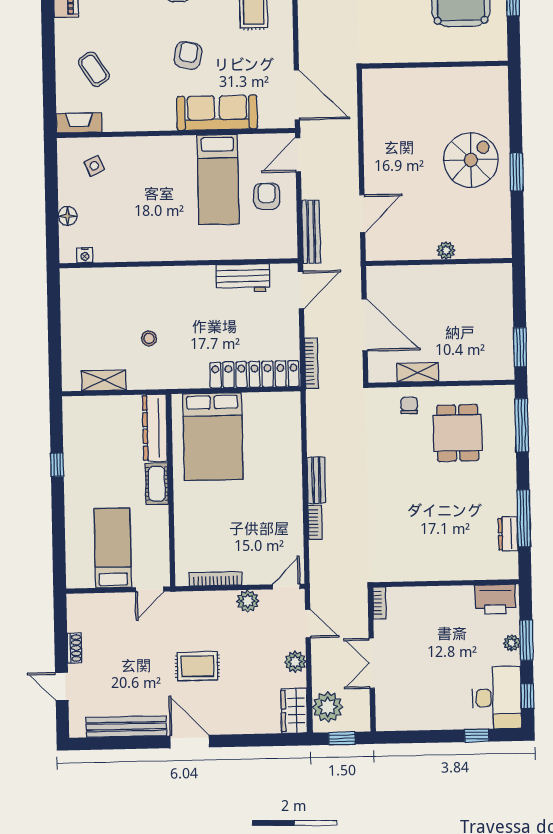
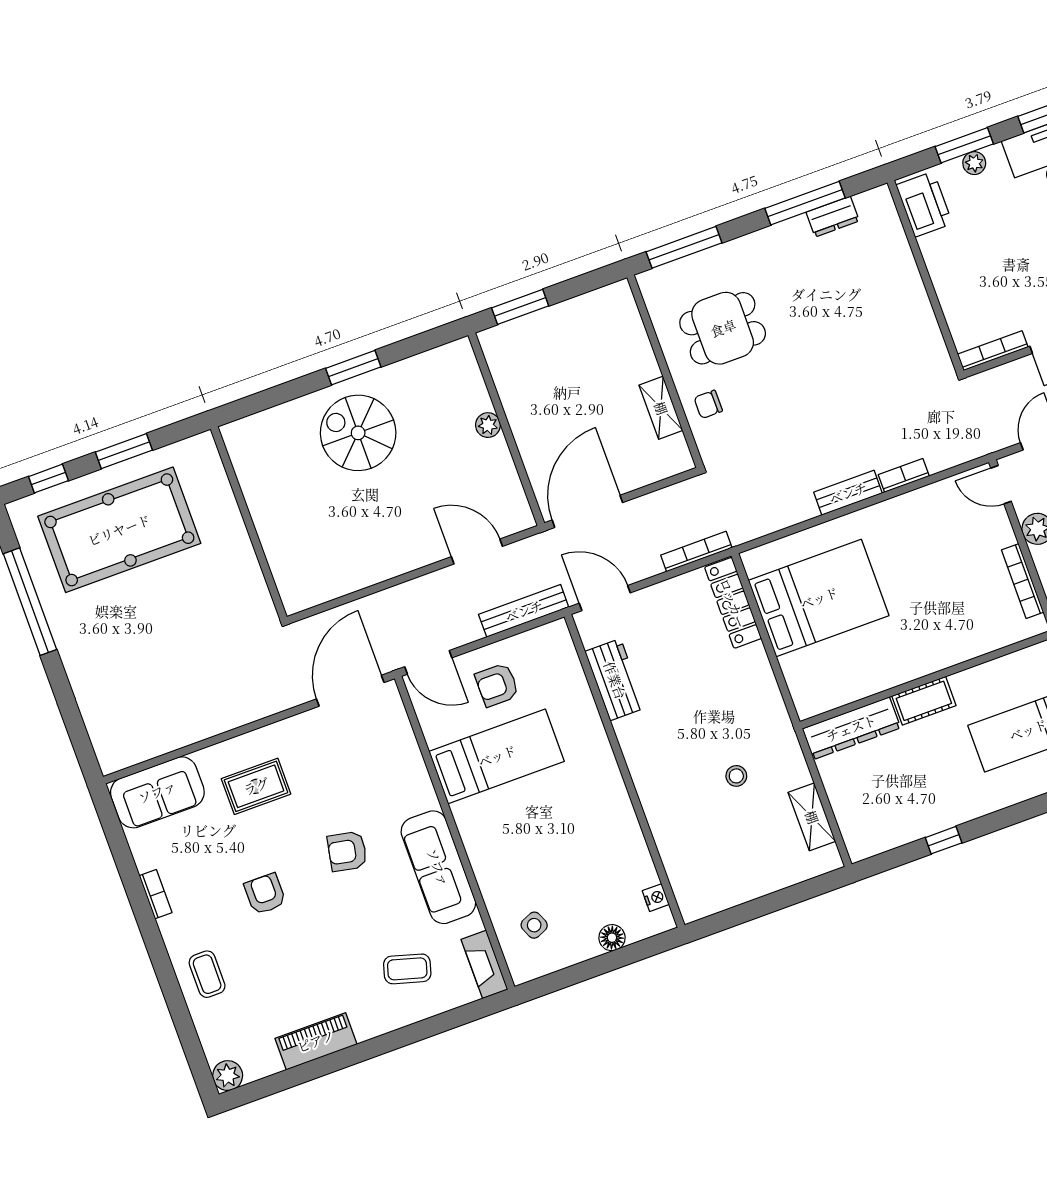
coffee table: (94, 69) -> (407, 969), turned 49
sofa: (217, 113) -> (438, 867), moved
door: (365, 325) -> (587, 511), moved
window: (520, 347) -> (520, 307), moved
locker: (255, 374) -> (733, 603), width x0.71, depth x0.83
bed: (213, 437) -> (819, 598), moved
bookcase: (379, 603) -> (993, 351), width x1.56

